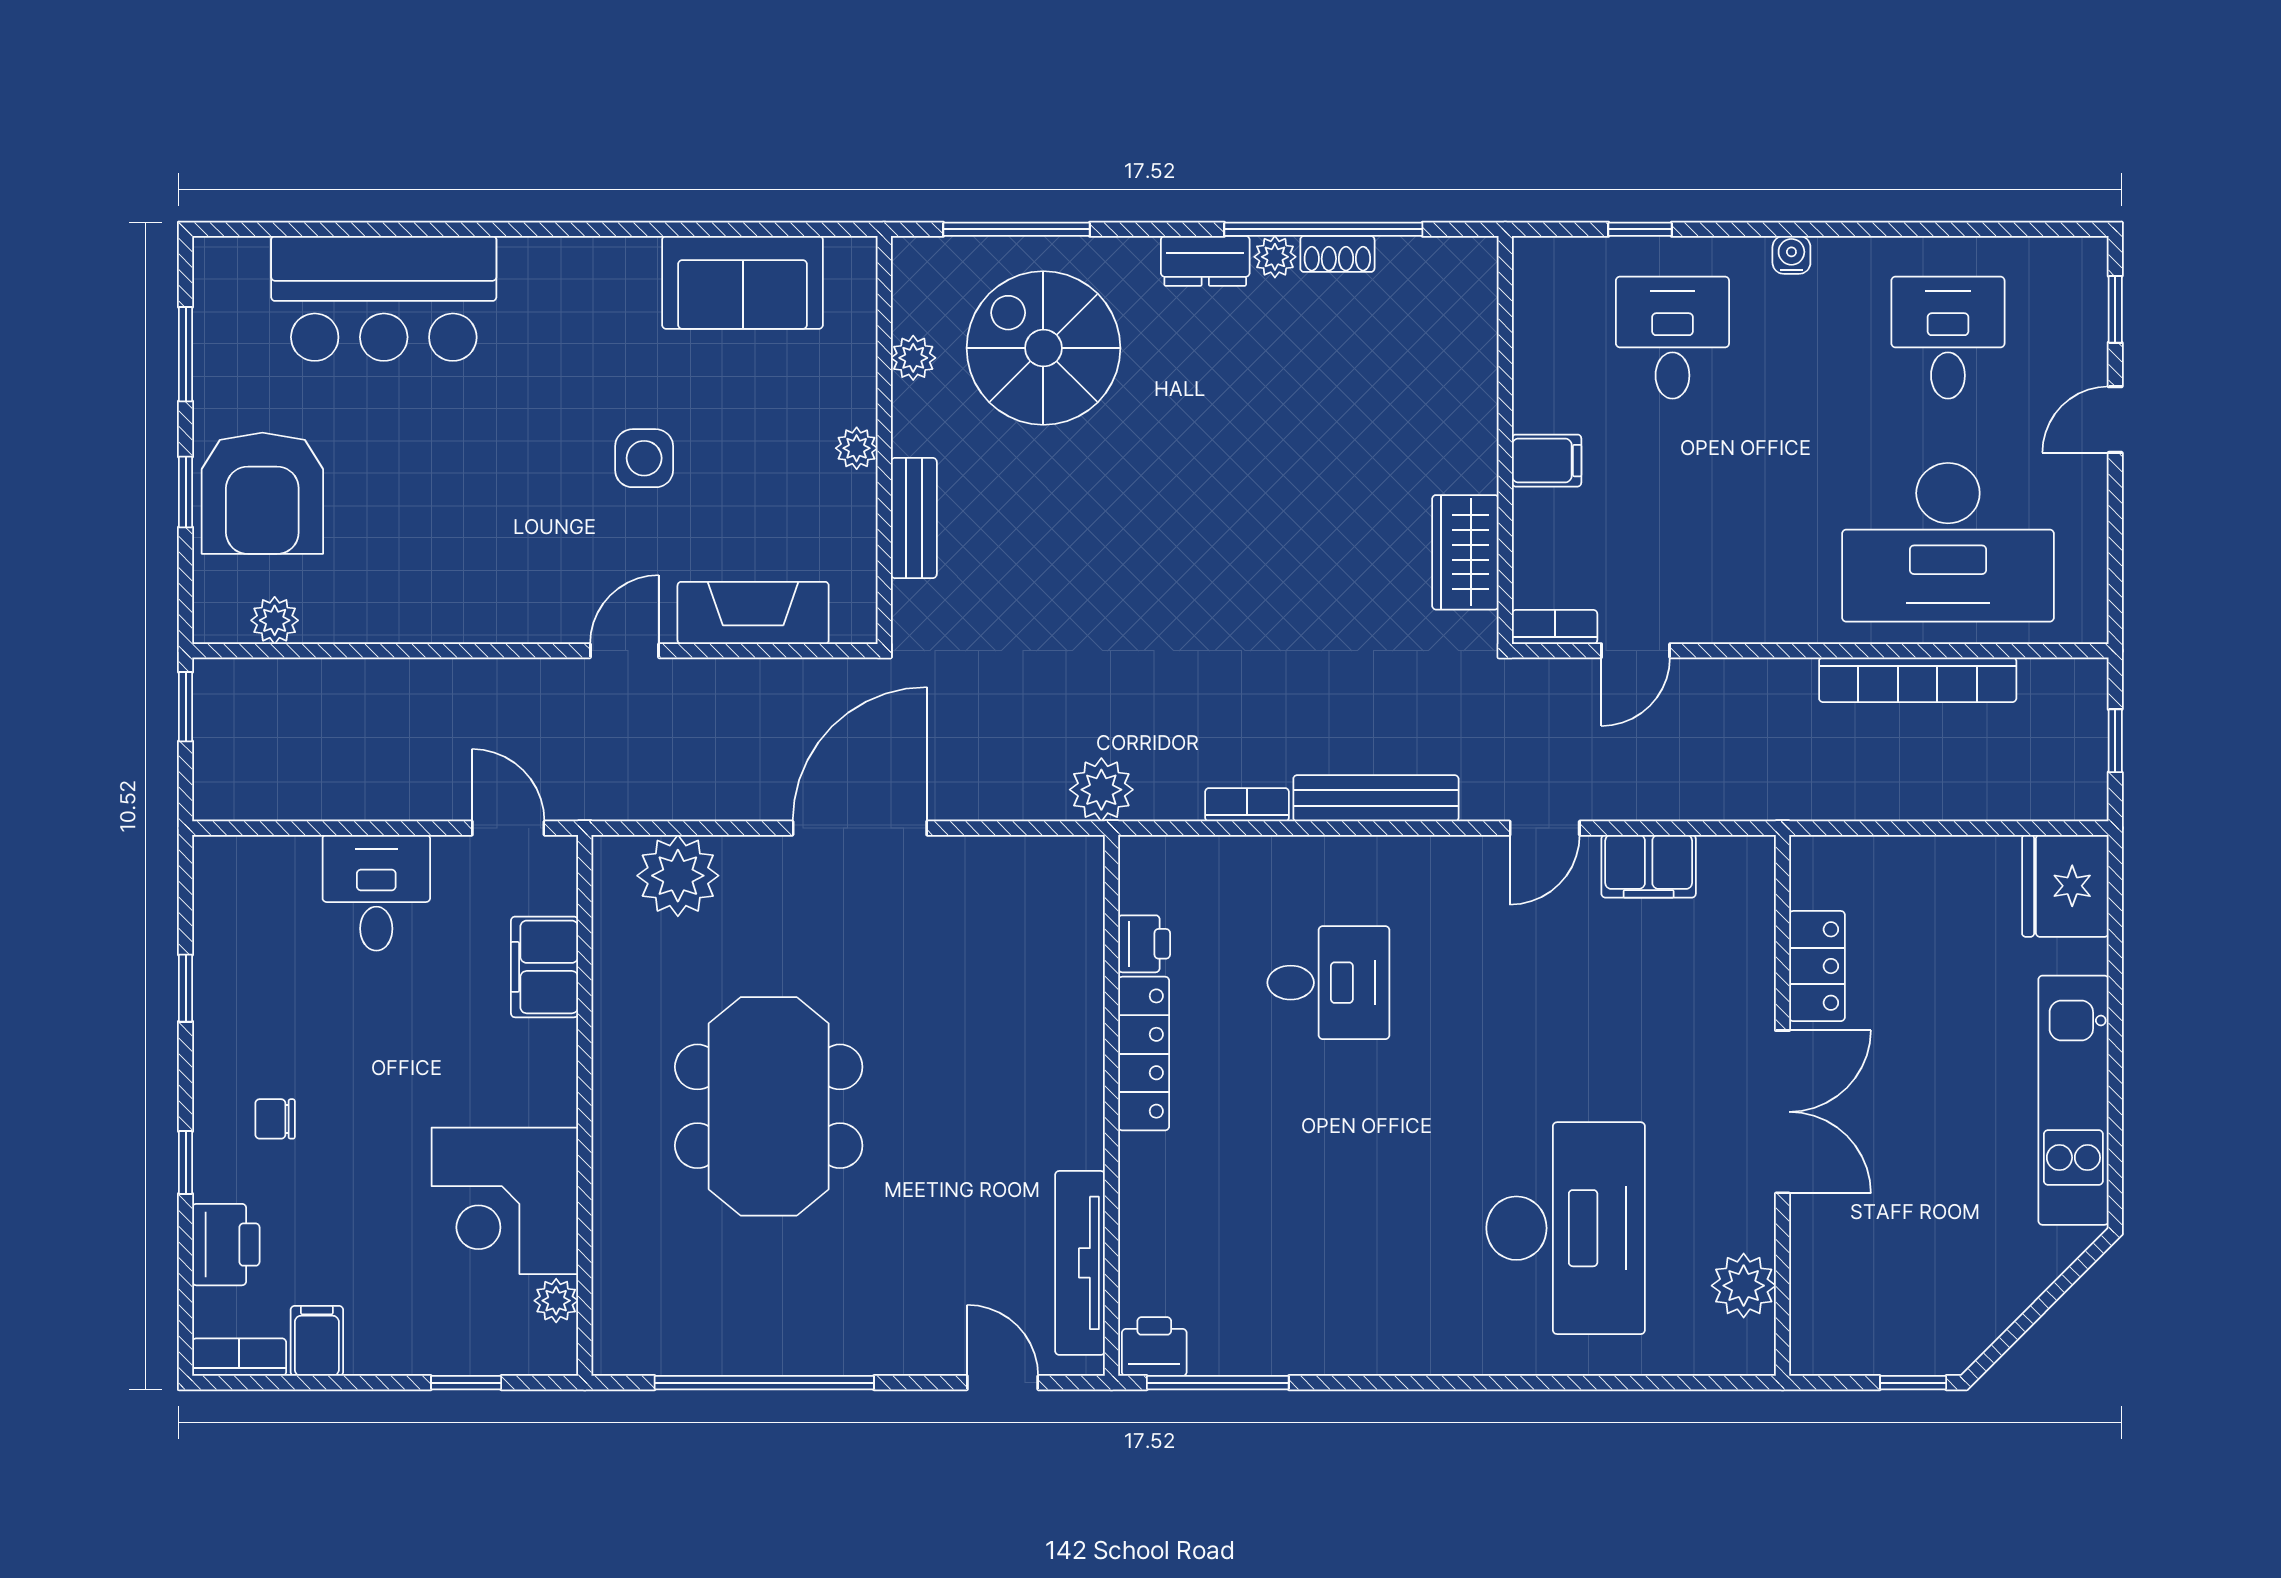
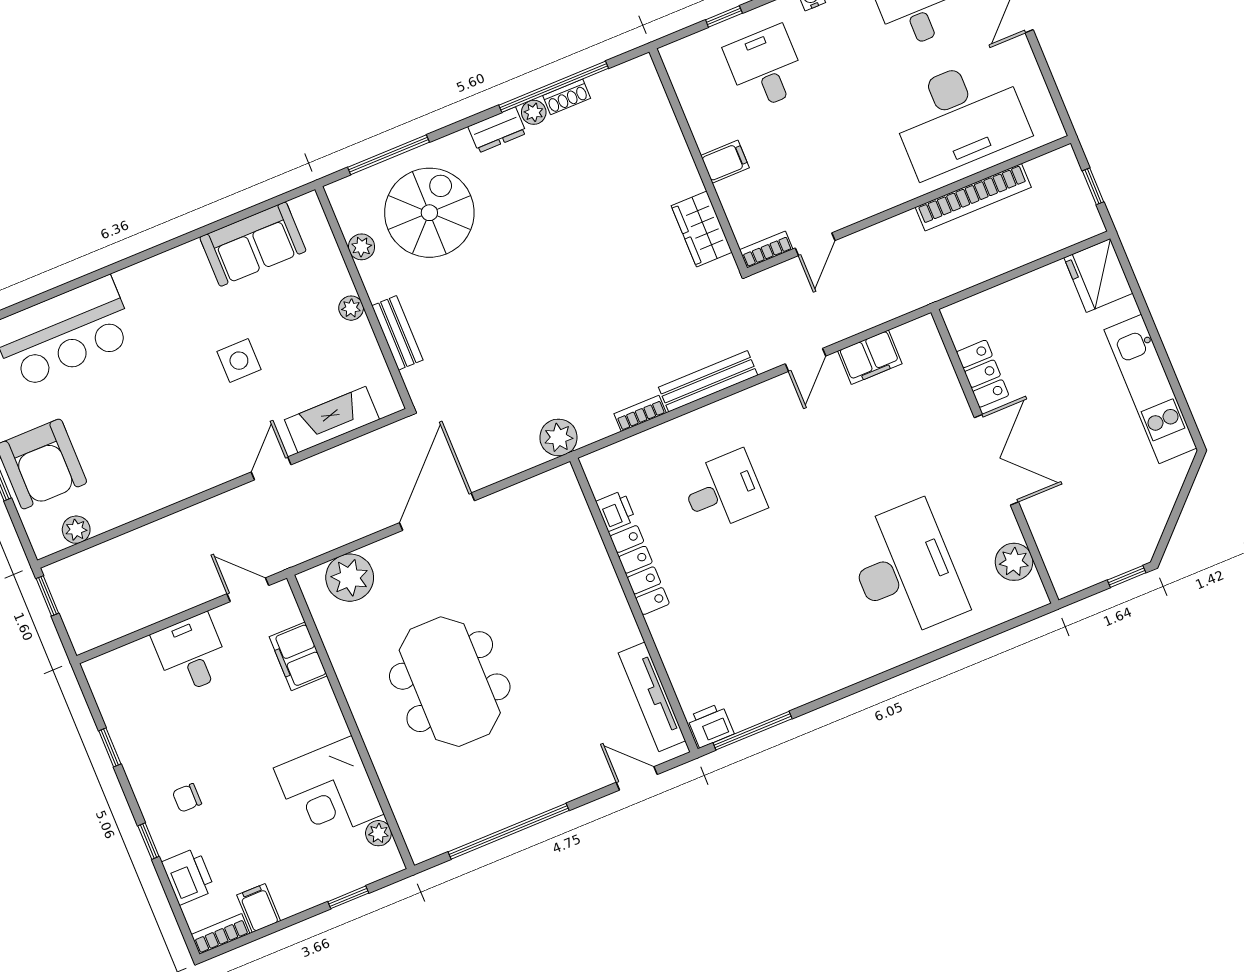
spiral stairs: (1043, 348) -> (429, 213), turned 90

